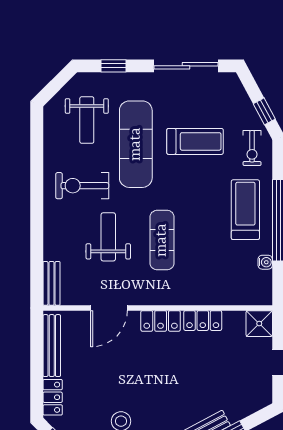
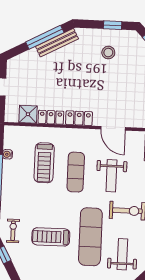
treadmill: (245, 210) -> (44, 163), moved
door: (109, 308) -> (113, 128), swing flipped
shower: (259, 324) -> (28, 114), moved

